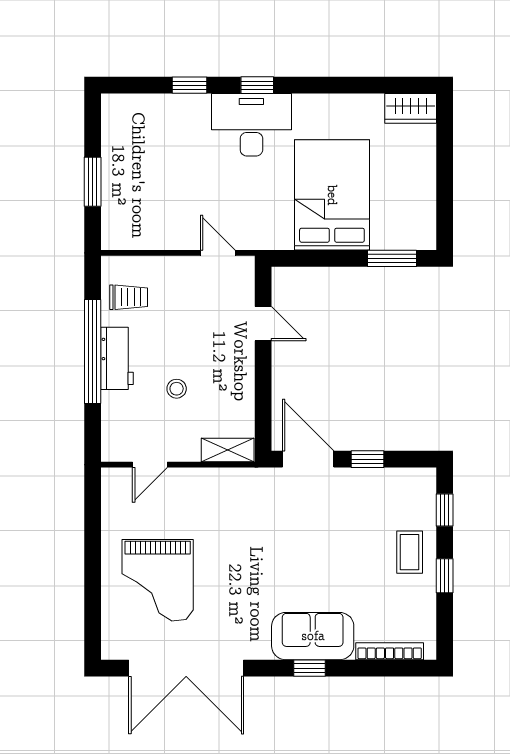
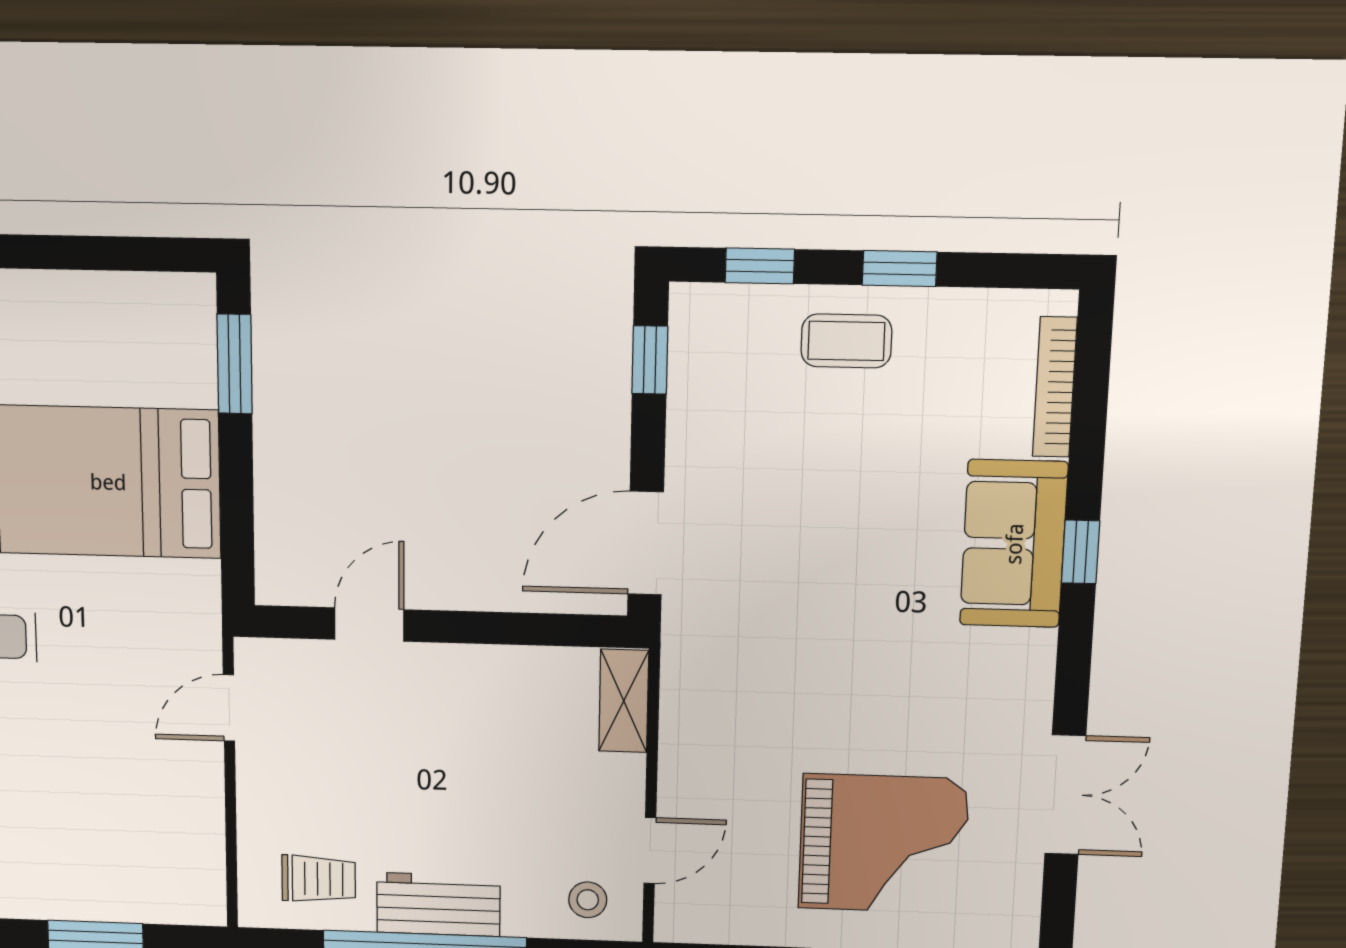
trolley: (129, 297) -> (319, 879), turned 90
stool: (177, 389) -> (588, 900), moved
window: (368, 459) -> (650, 360), moved
door: (150, 465) -> (650, 851), hinge flipped
double door: (186, 668) -> (1065, 795), width x0.54

